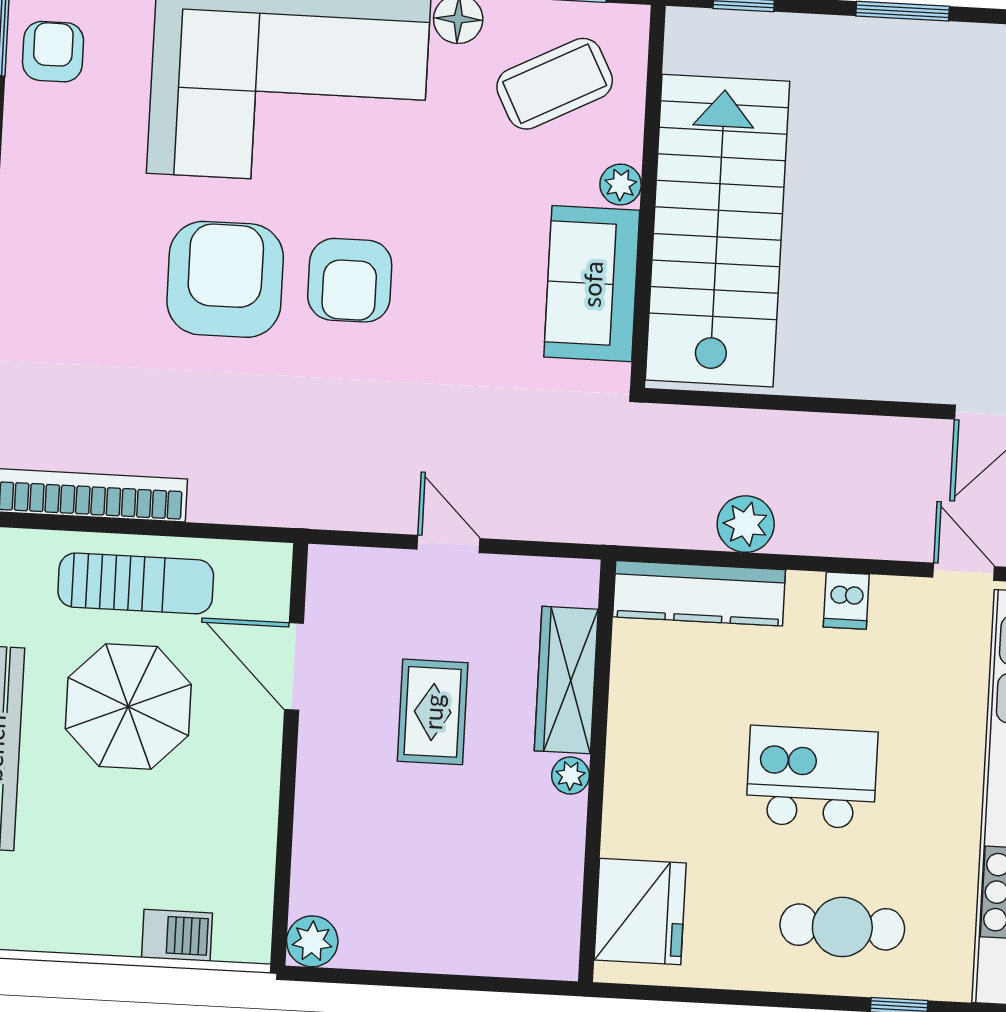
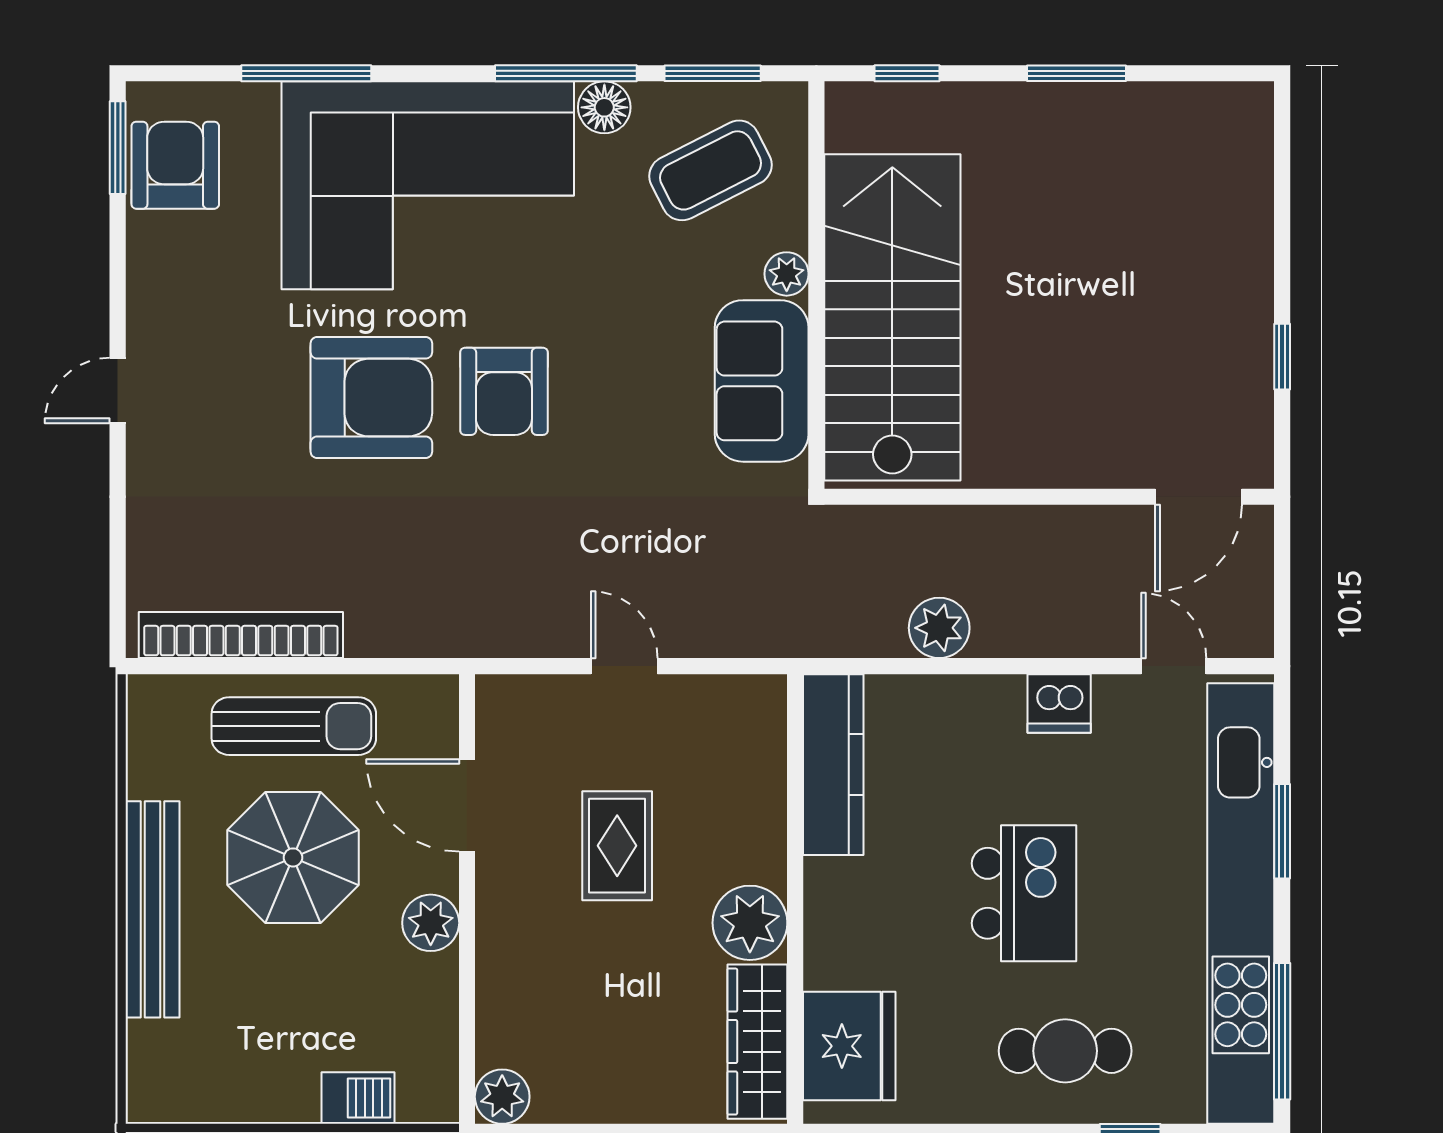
armchair: (53, 52) -> (175, 165), width x1.38, depth x1.38
armchair: (225, 279) -> (371, 398), turned 90
kitchen counter: (699, 593) -> (833, 765), moved, turned -90
dishwasher: (846, 601) -> (1059, 703), width x1.38
wardrobe: (566, 680) -> (757, 1042), moved
plant: (254, 775) -> (431, 923), added
plant: (570, 776) -> (750, 923), width x1.88, depth x1.88
kitchen island: (812, 777) -> (1024, 893), turned 90

